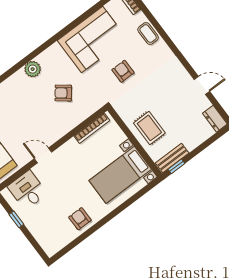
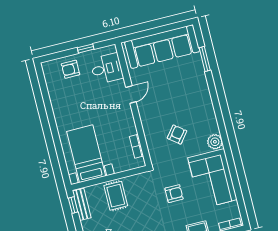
plant: (33, 69) -> (215, 142), moved
bookcase: (92, 128) -> (136, 146), width x0.64
rug: (149, 128) -> (116, 196), turned 90
armchair: (80, 219) -> (71, 69), moved, turned 180

